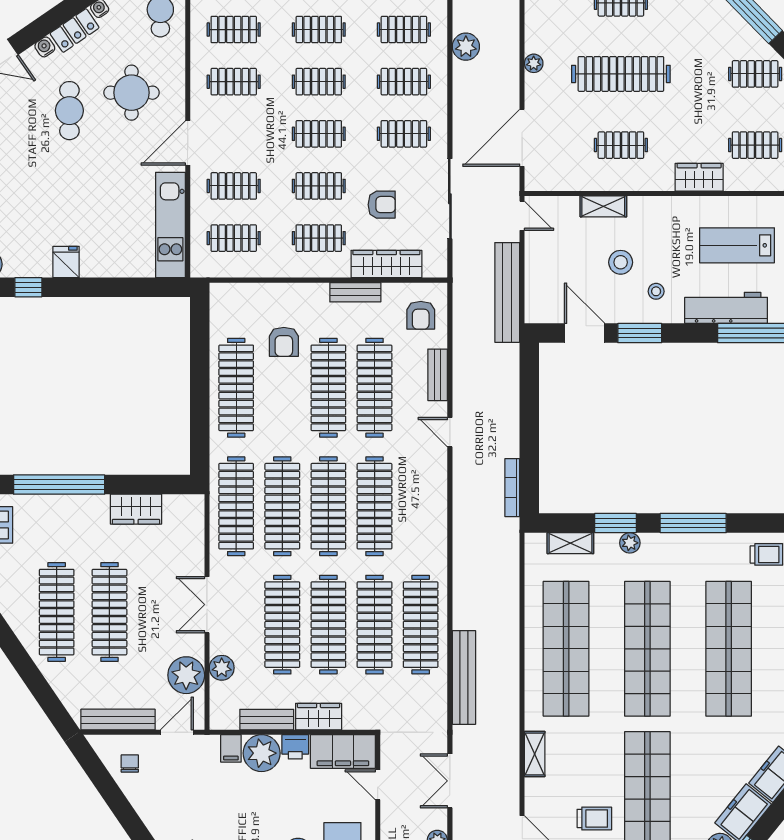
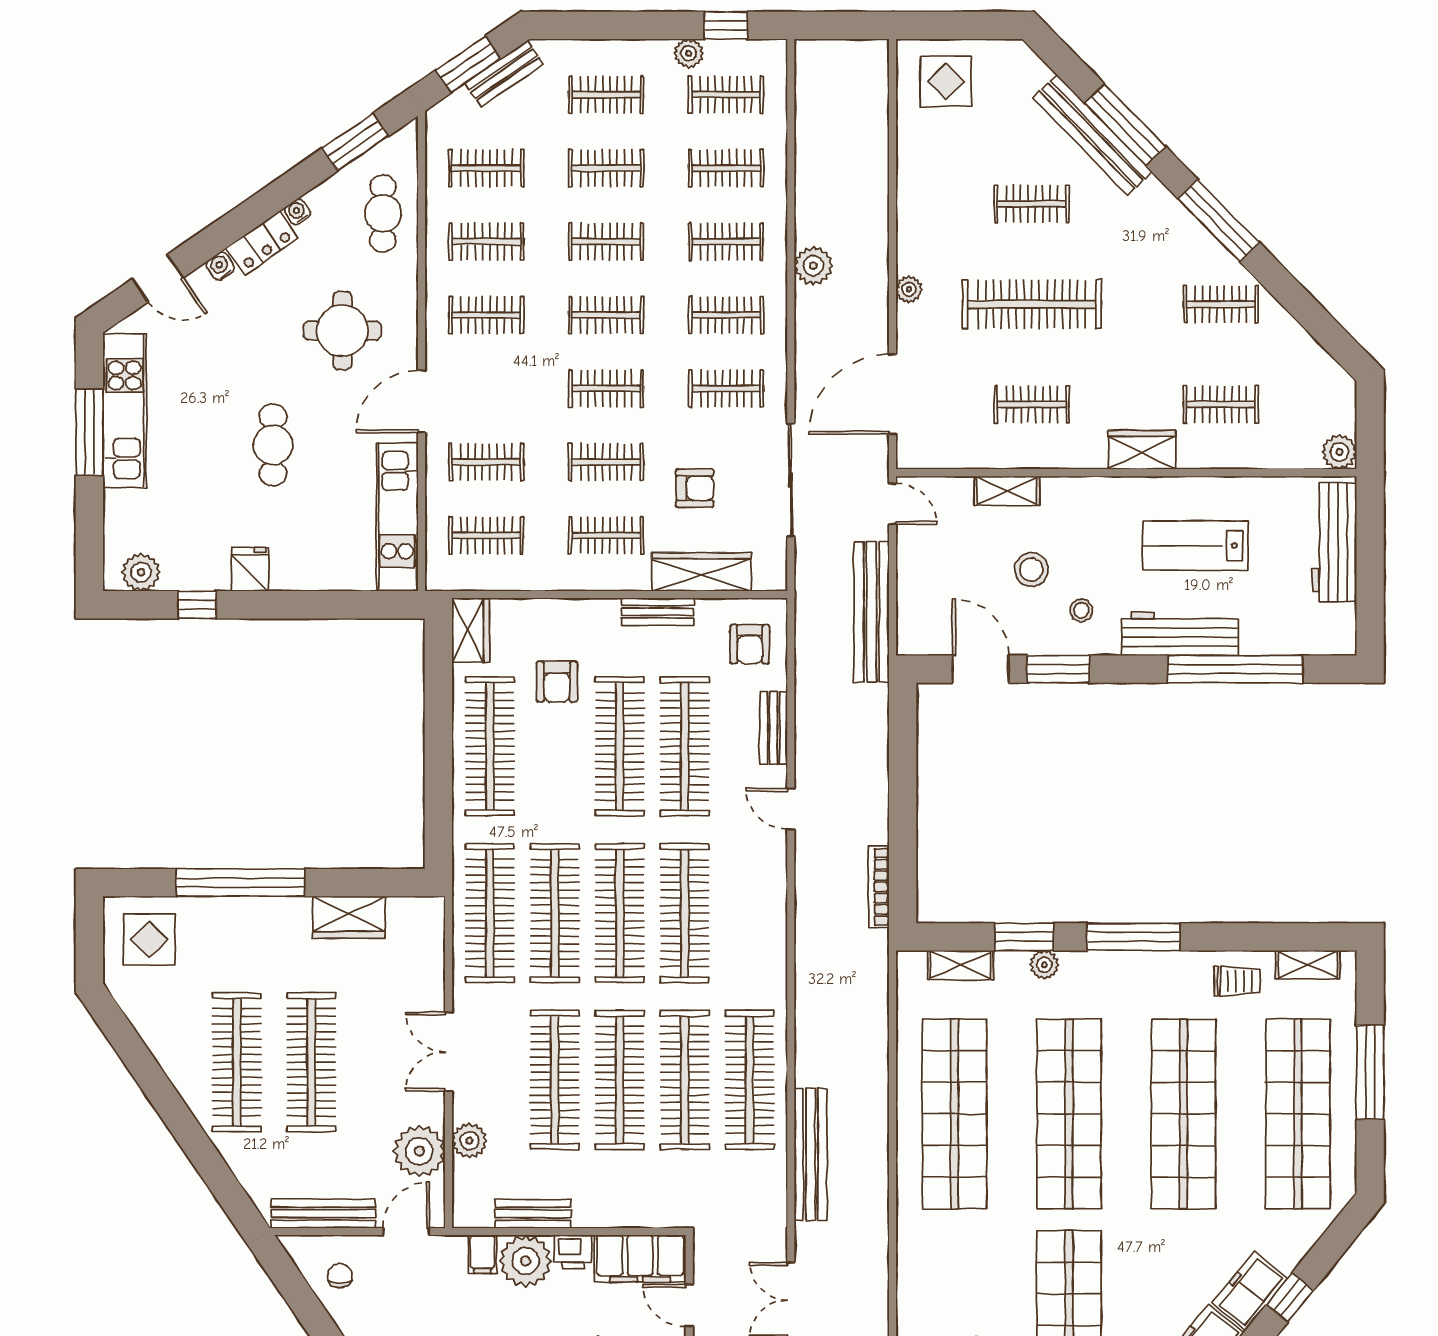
cafe table: (69, 111) -> (273, 445), moved
wardrobe: (319, 717) -> (471, 630), moved, turned 90
shelving: (535, 754) -> (910, 1262), removed

